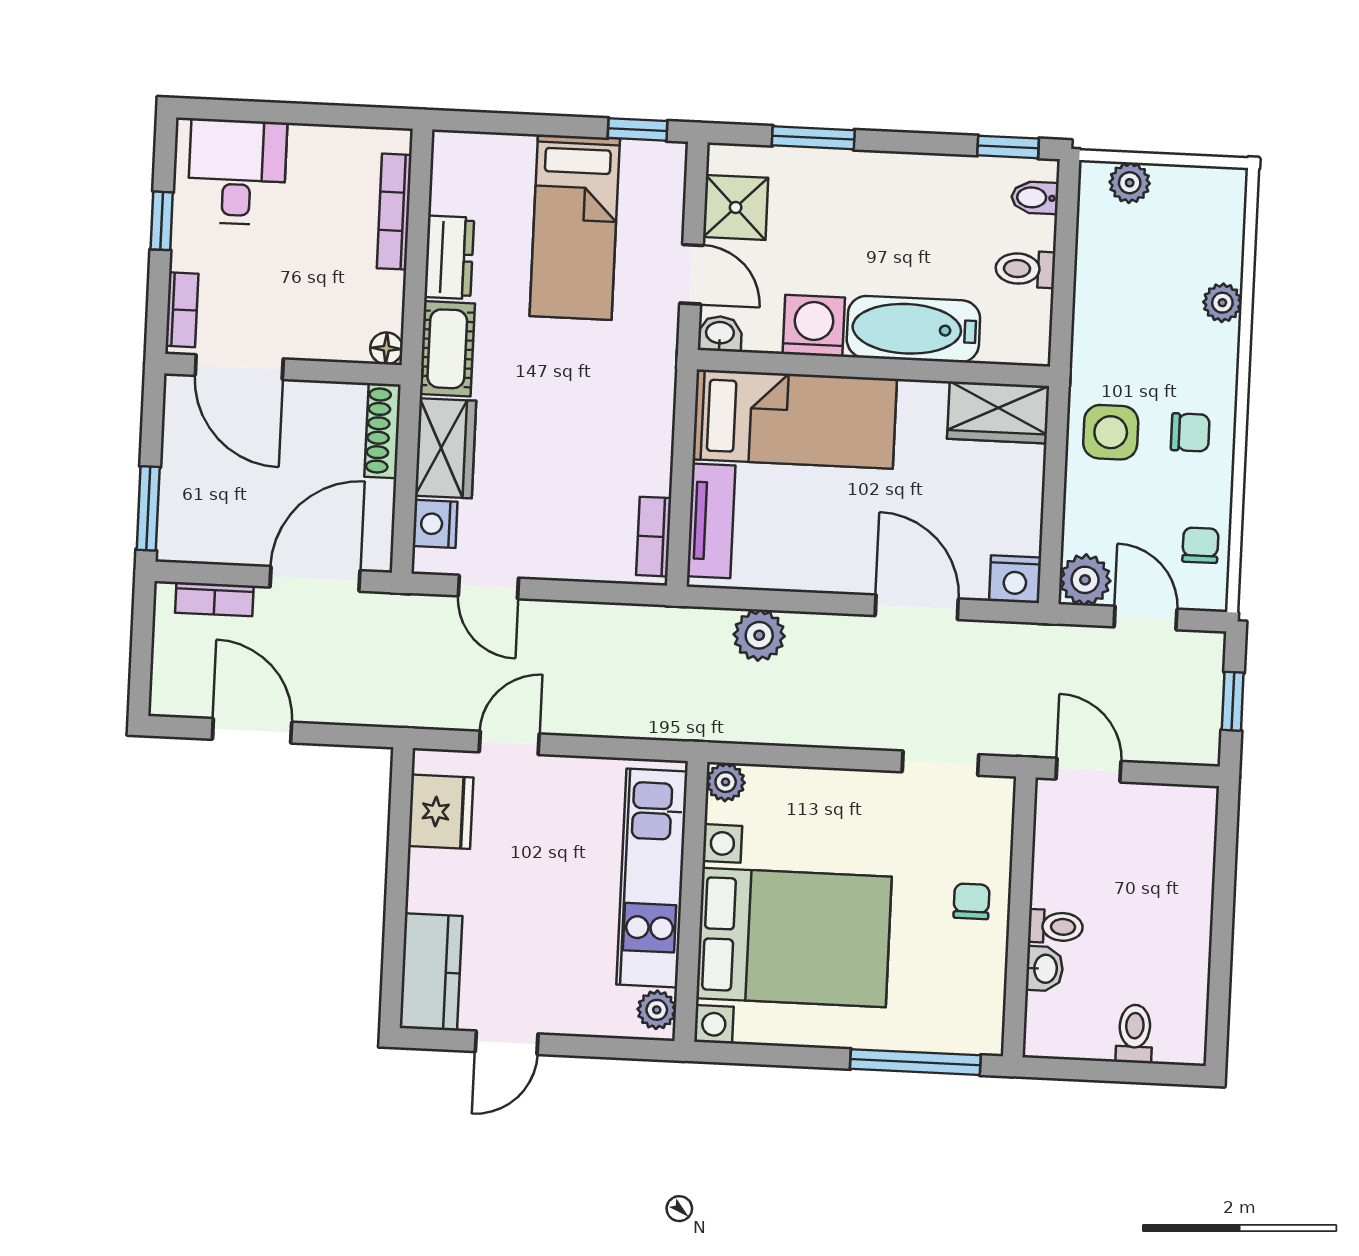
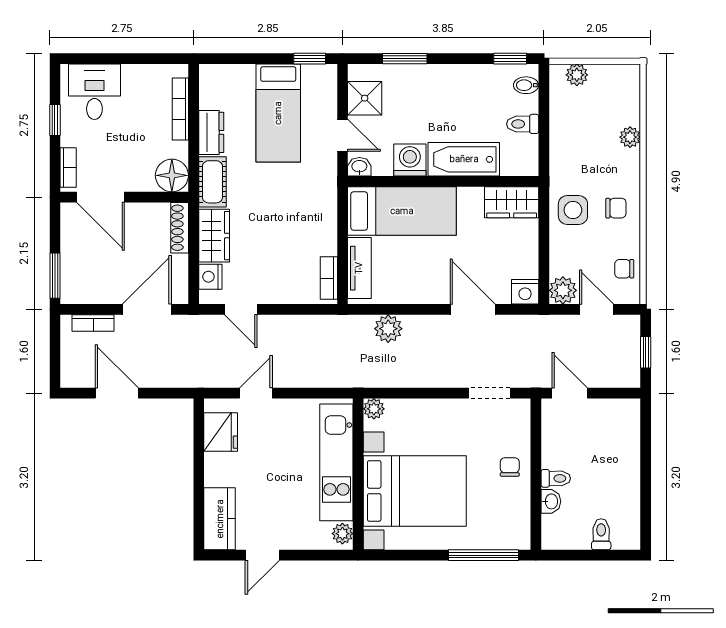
floor lamp: (386, 348) -> (172, 175), width x1.89, depth x1.89
chair: (1200, 545) -> (624, 269), turned -90

